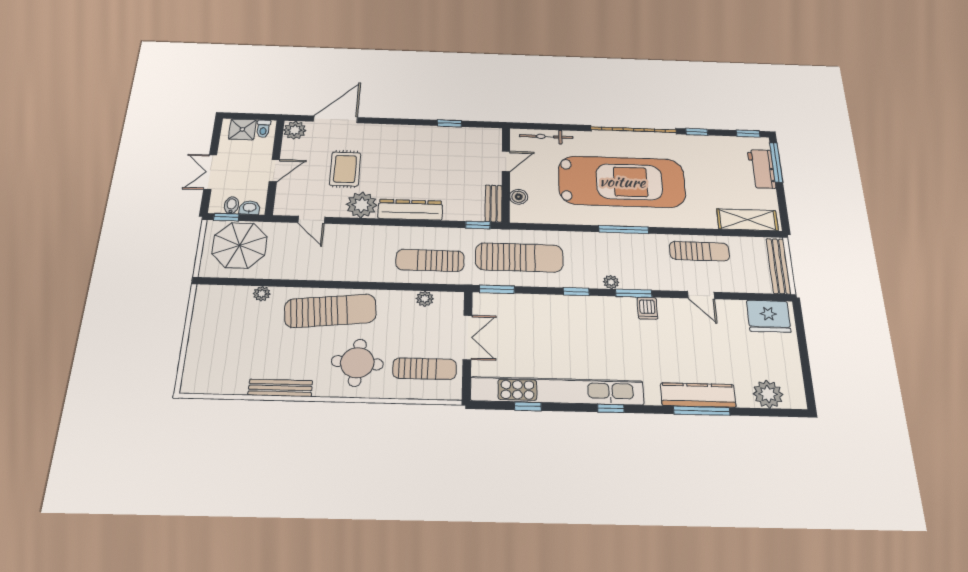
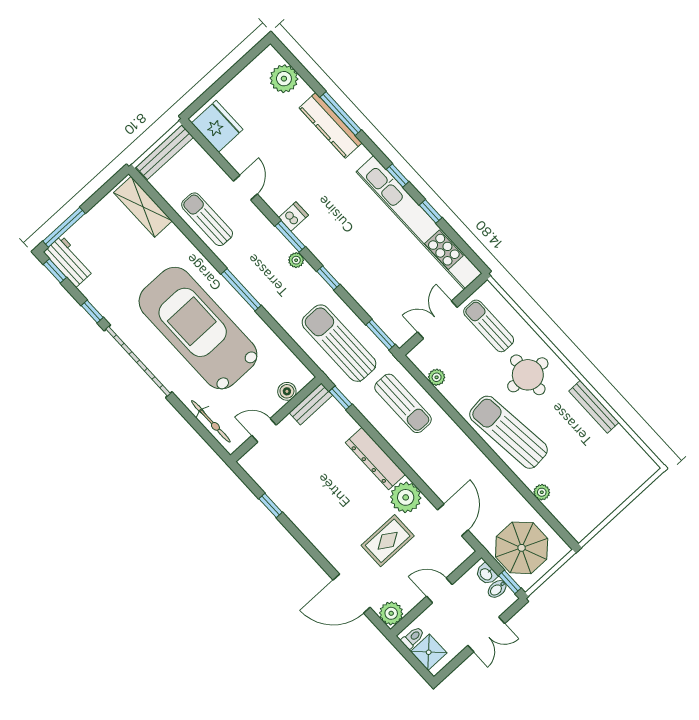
workbench: (762, 169) -> (69, 261), moved, turned -90
door: (311, 220) -> (453, 520), width x1.38
window: (528, 406) -> (431, 211), moved

